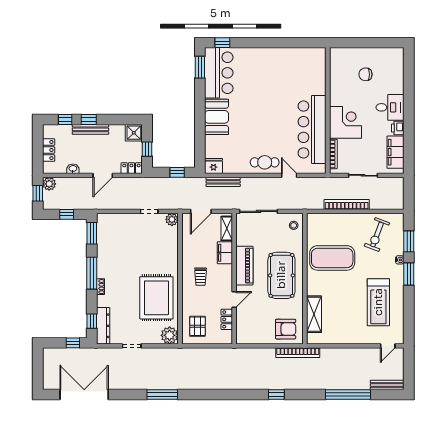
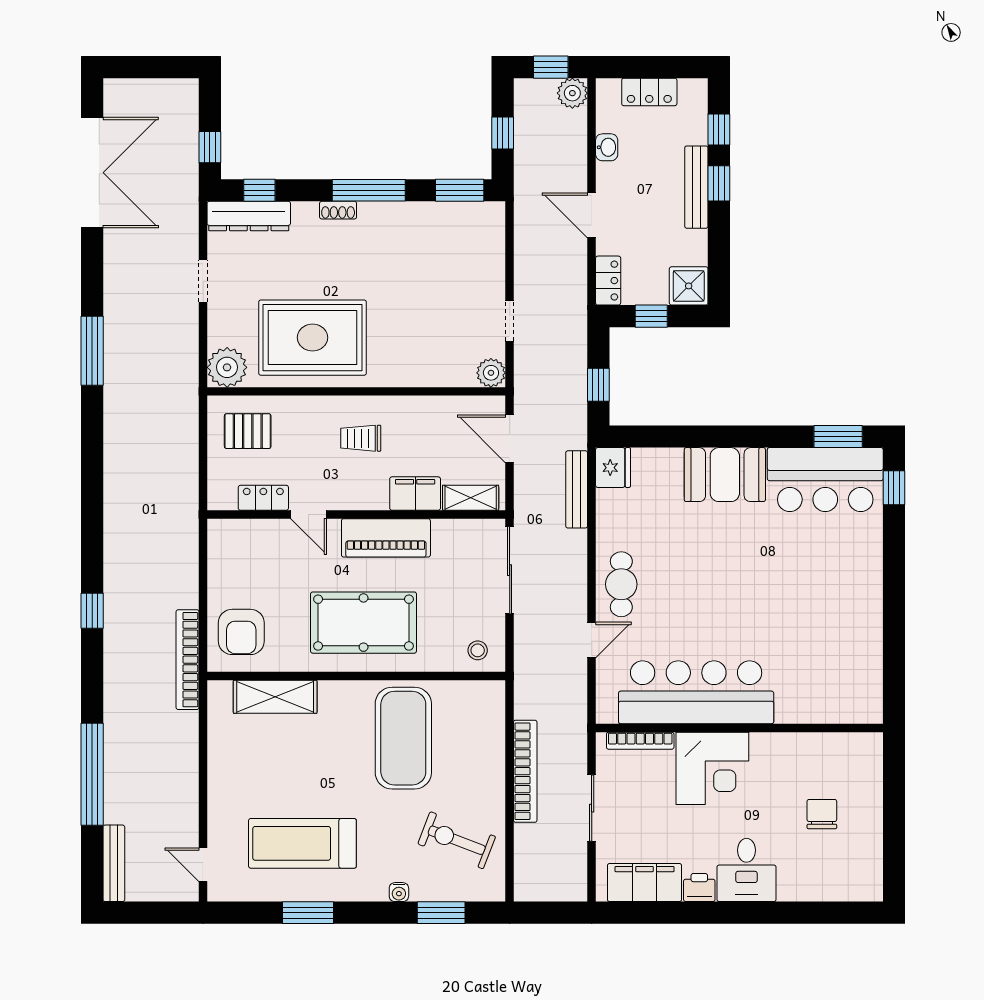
window: (409, 274) -> (308, 913), moved

